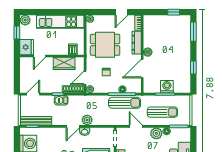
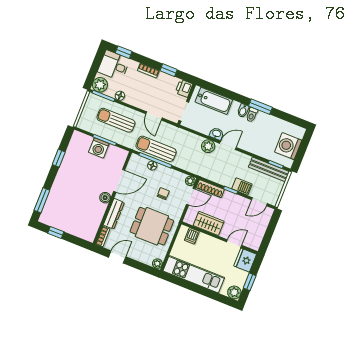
barbecue: (61, 100) -> (242, 186), moved
plant: (156, 133) -> (100, 85), moved

